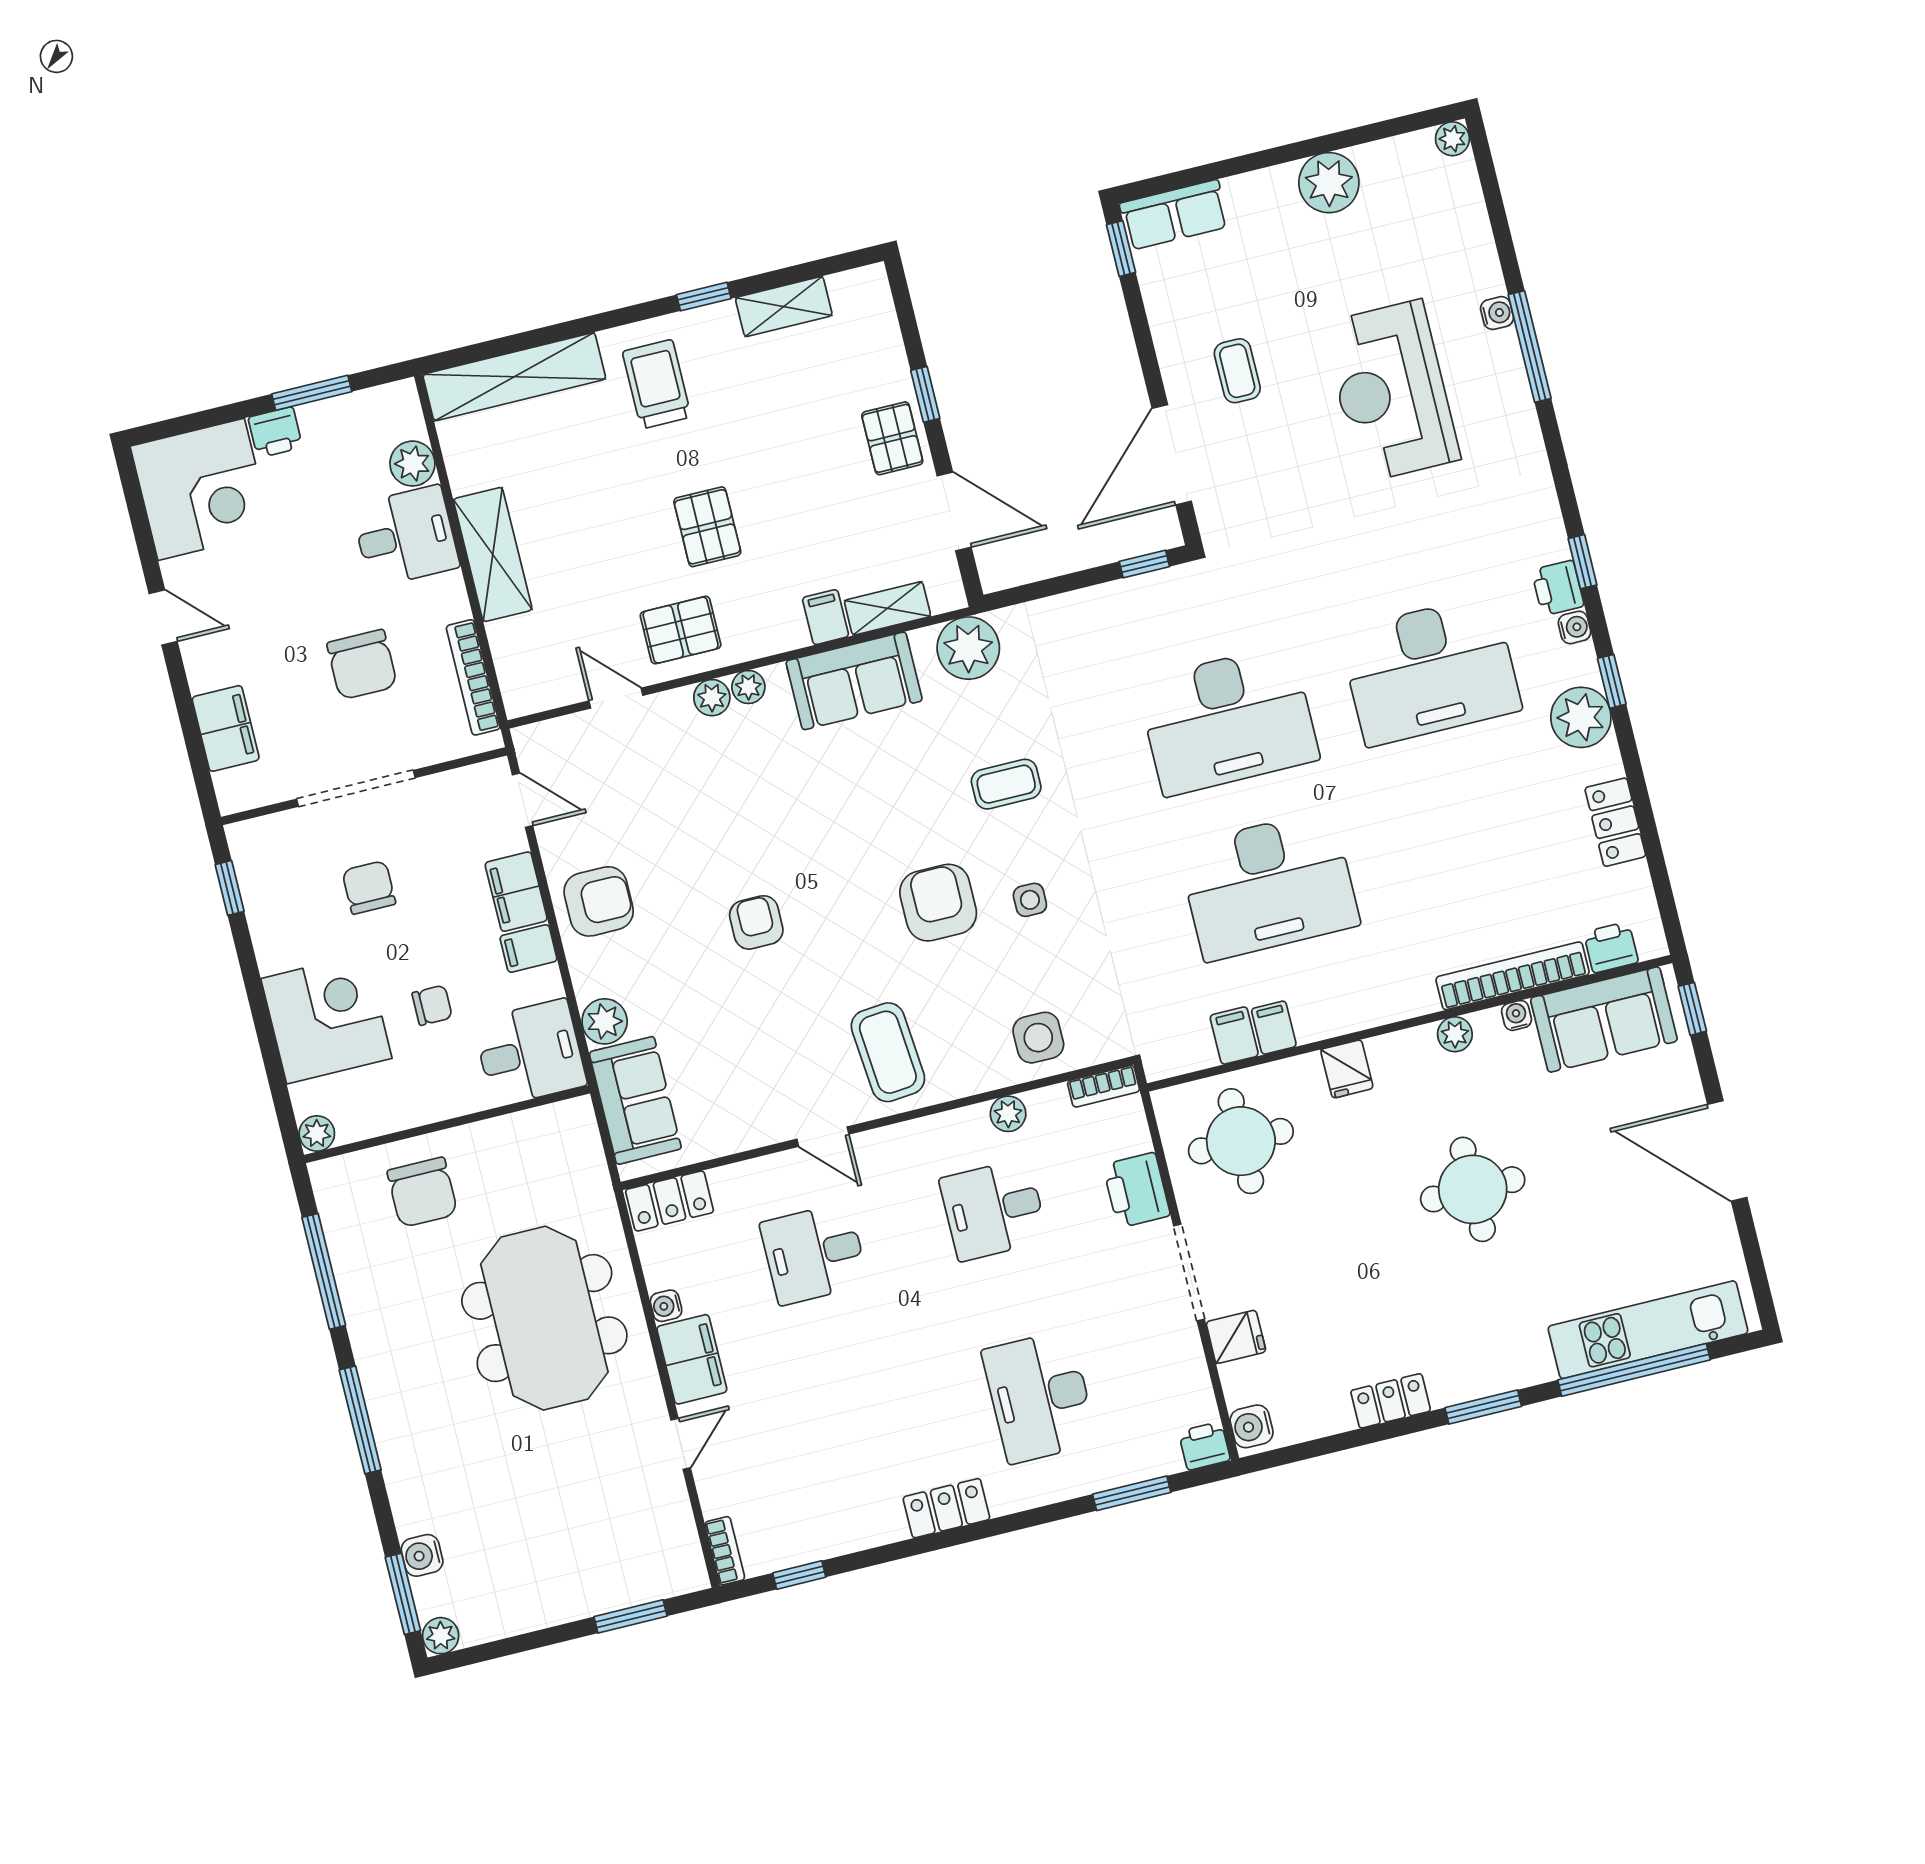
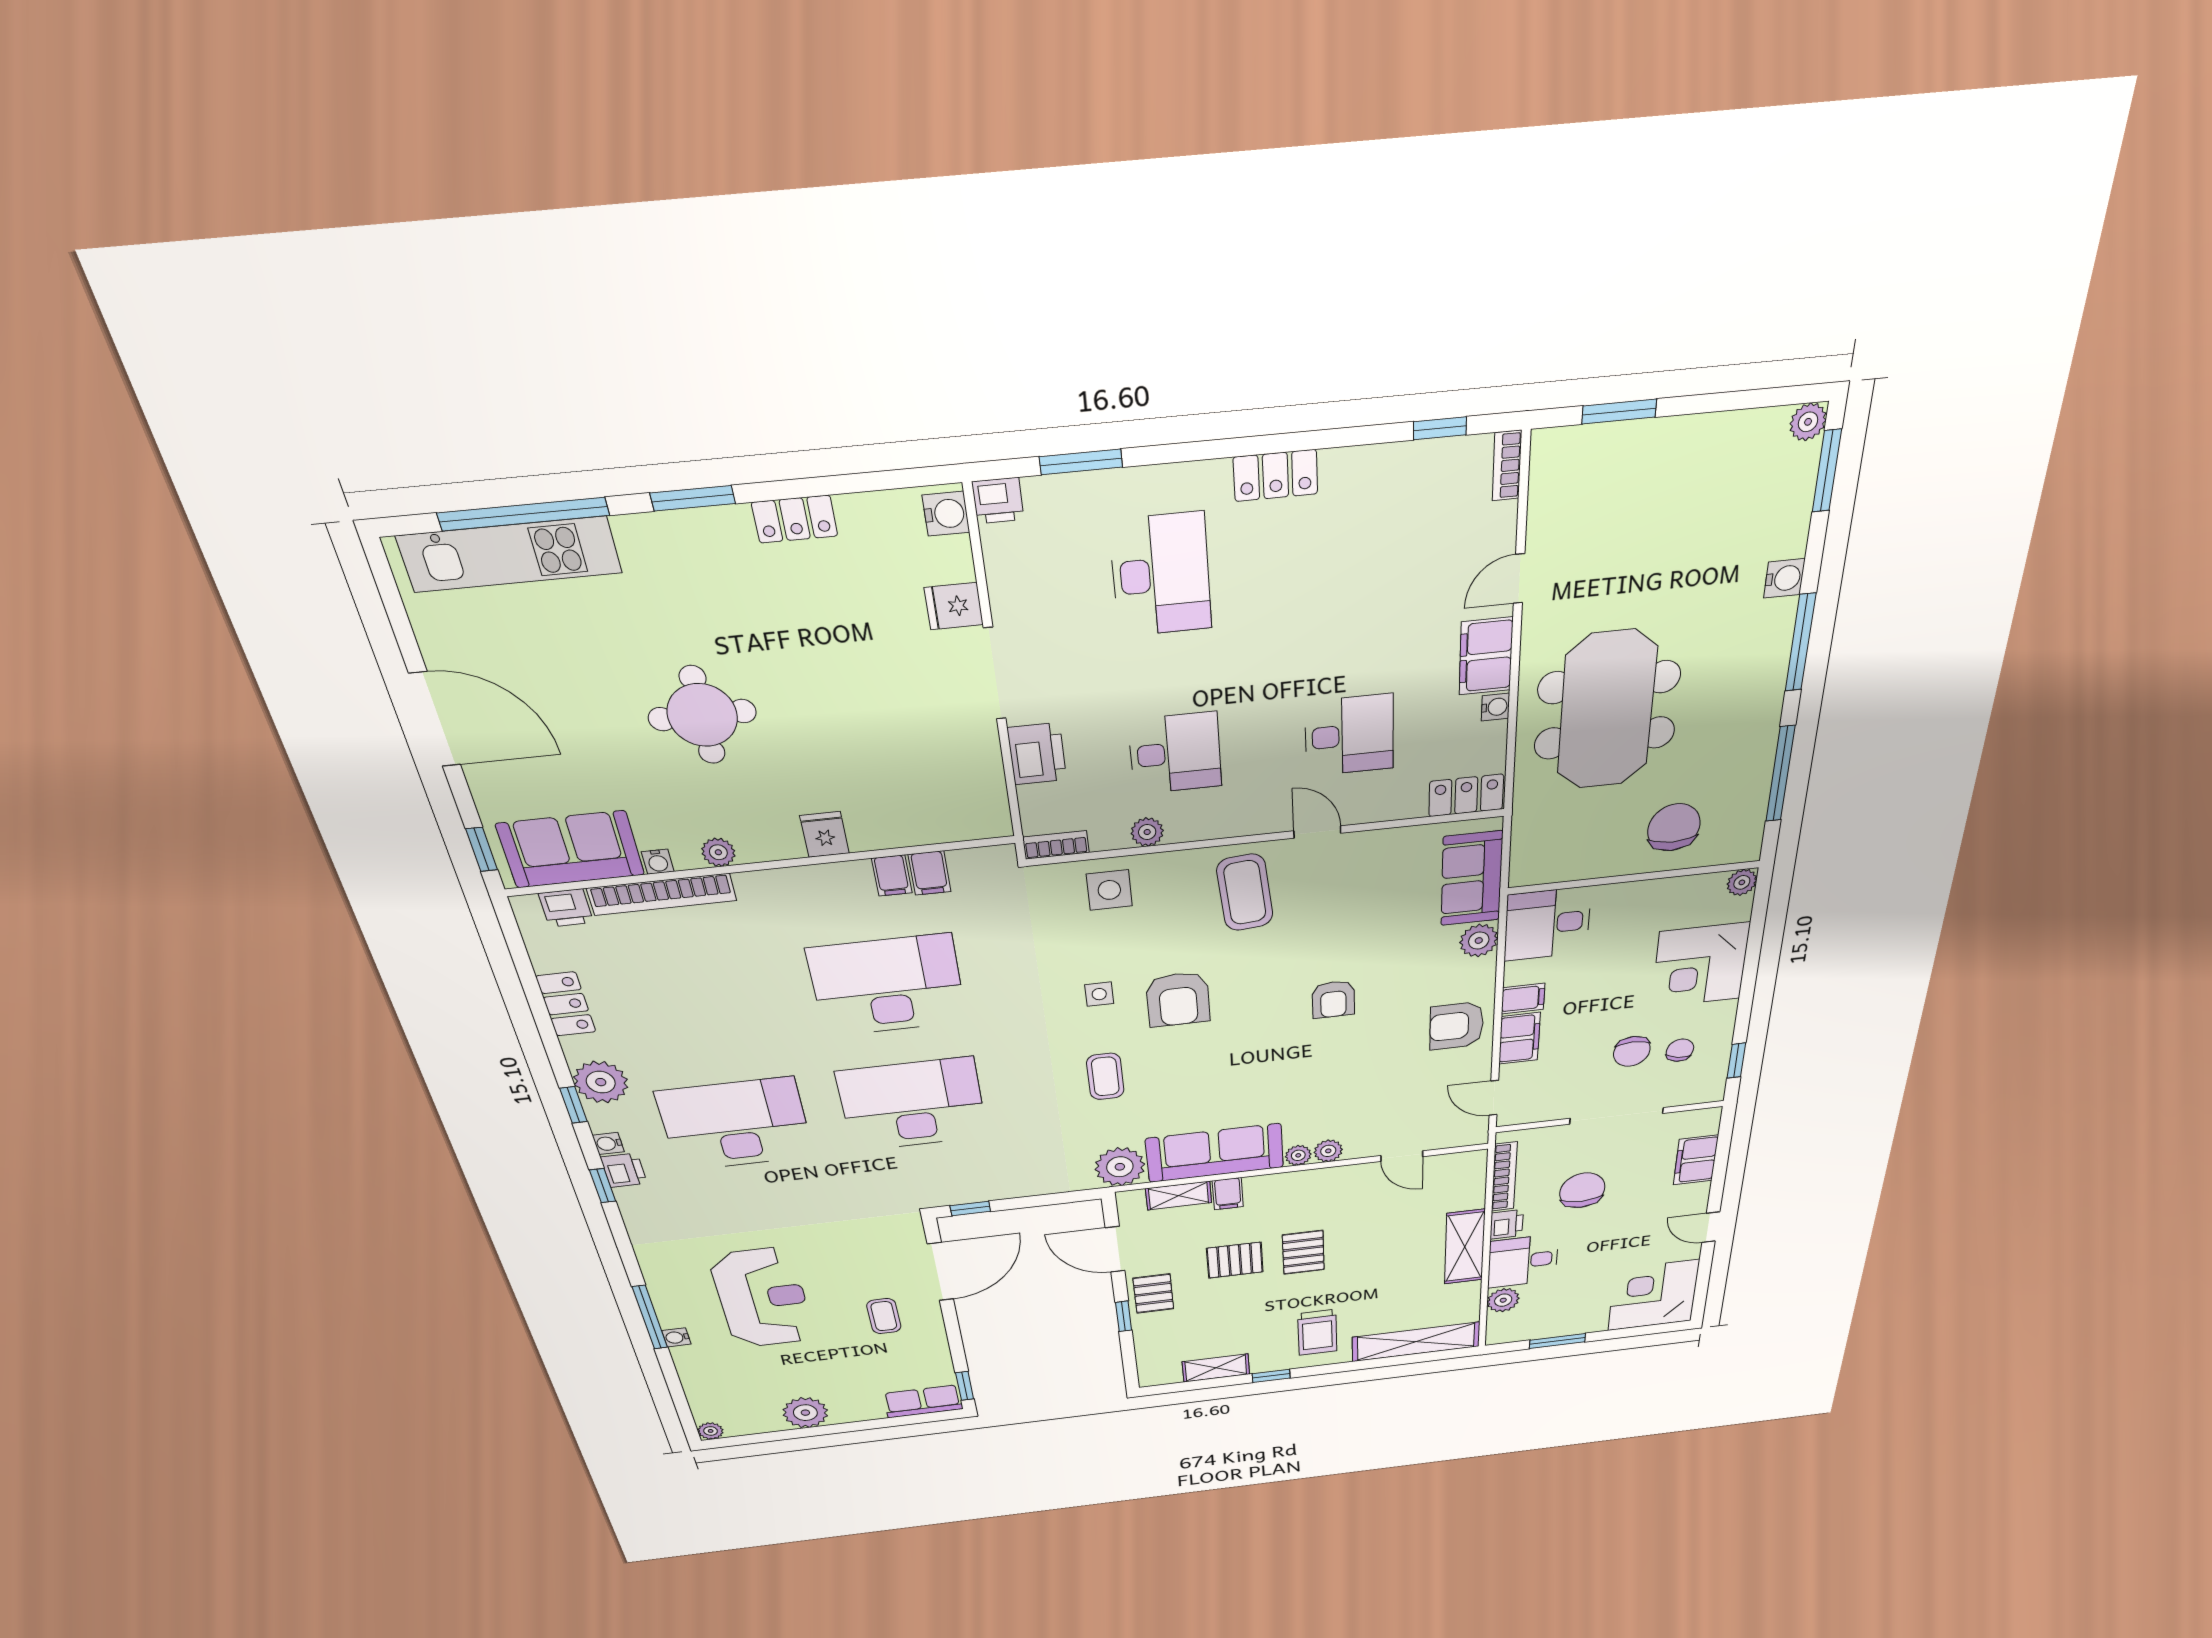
printer: (275, 432) -> (1507, 1224), moved, turned 90
pallet: (681, 630) -> (1235, 1260), moved
sofa: (854, 681) -> (1215, 1153), width x1.36
coffee table: (1006, 784) -> (1105, 1076), turned 90
chair: (432, 1005) -> (1680, 1050), moved, turned 100
round table: (1241, 1141) -> (932, 785), removed
water cooler: (422, 1555) -> (1784, 578), moved

